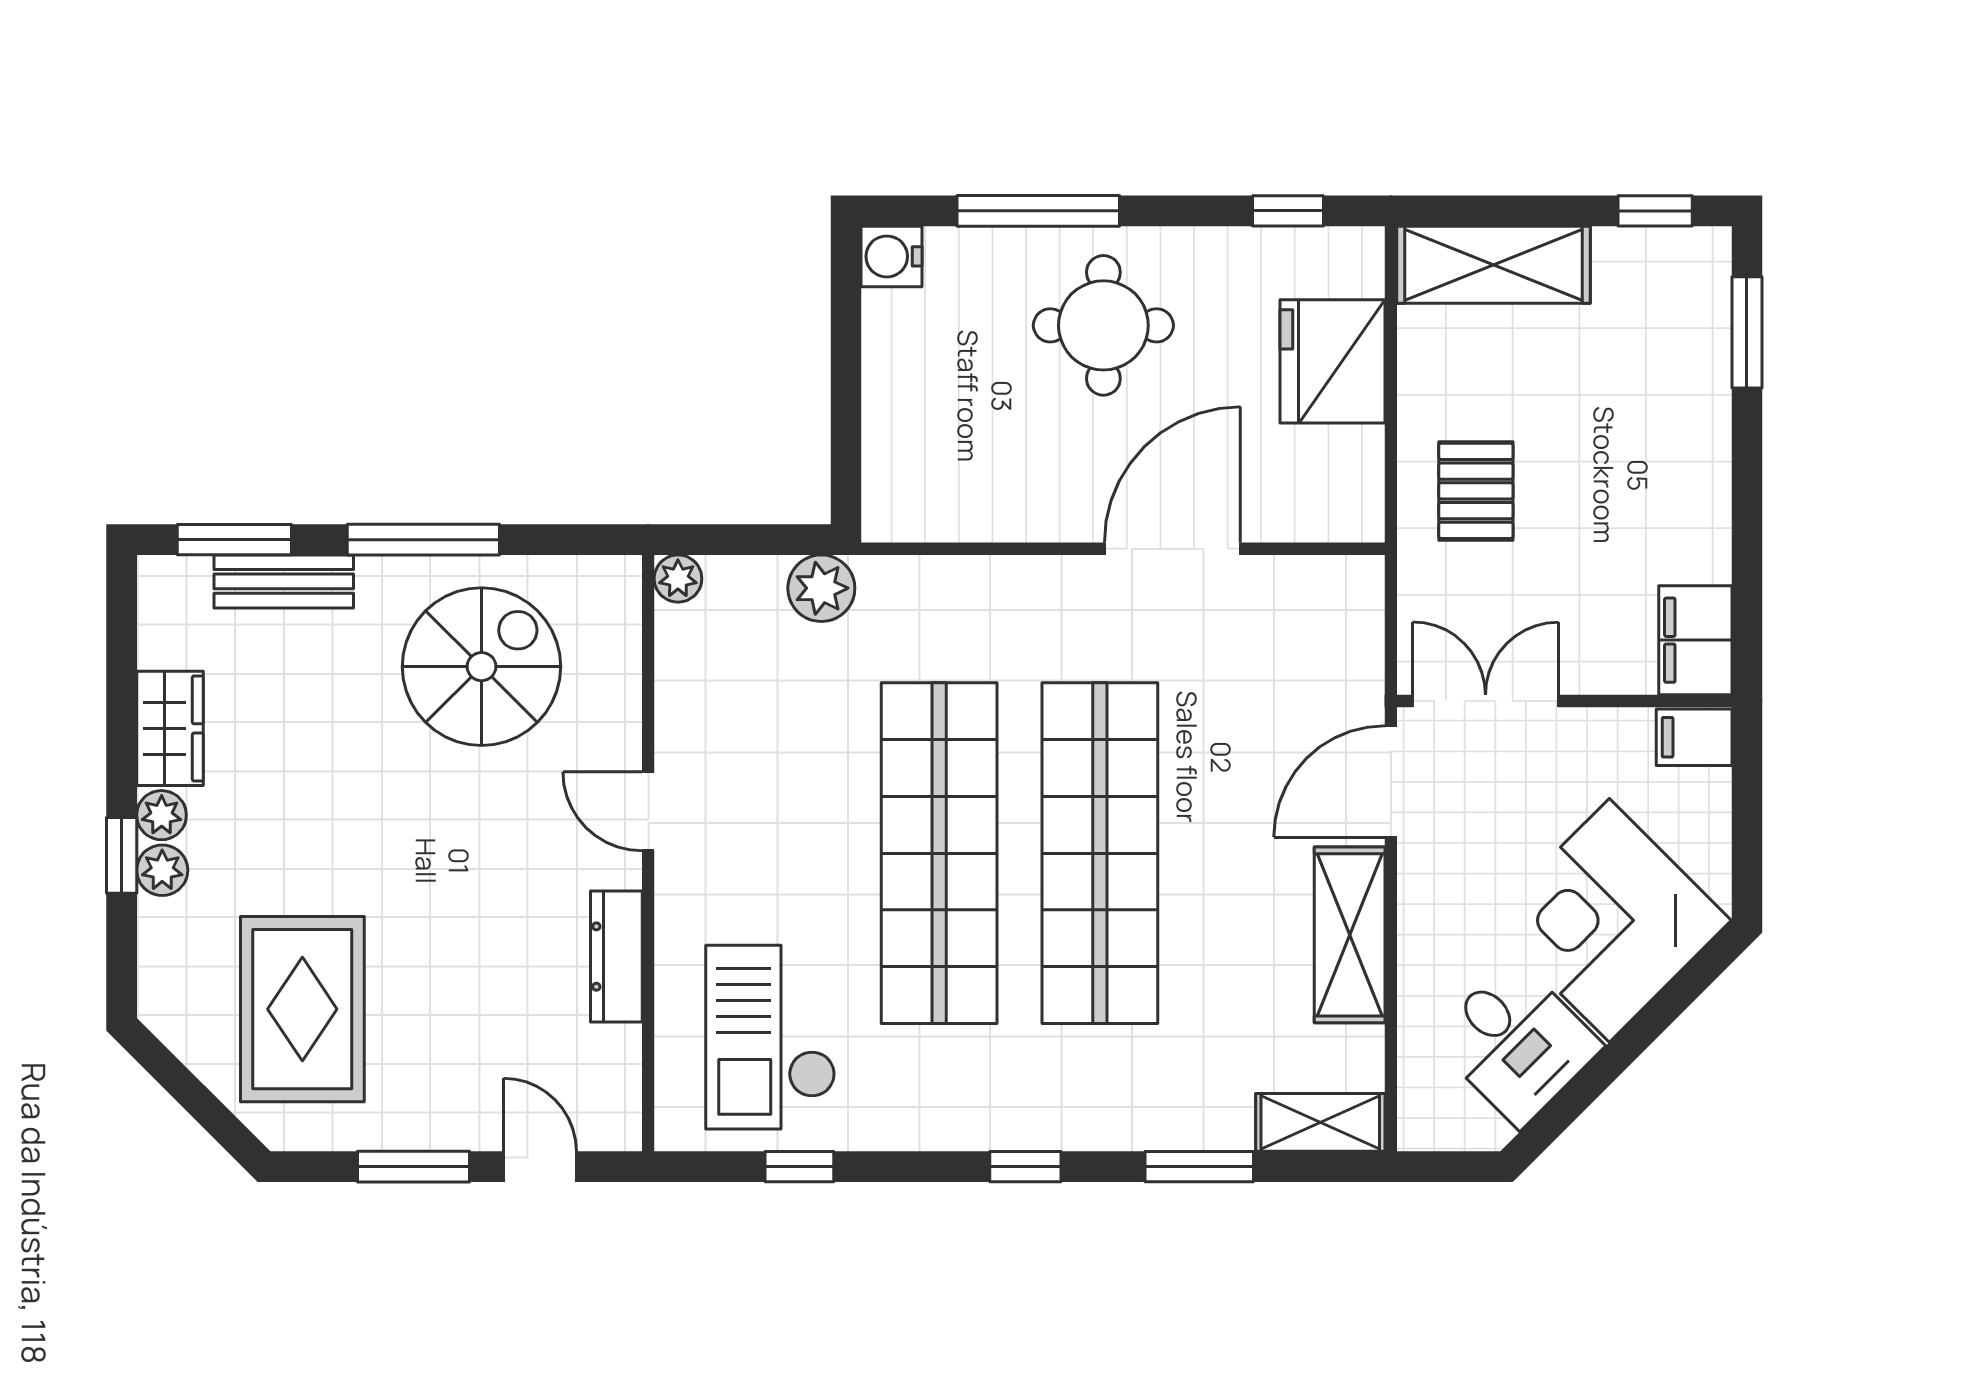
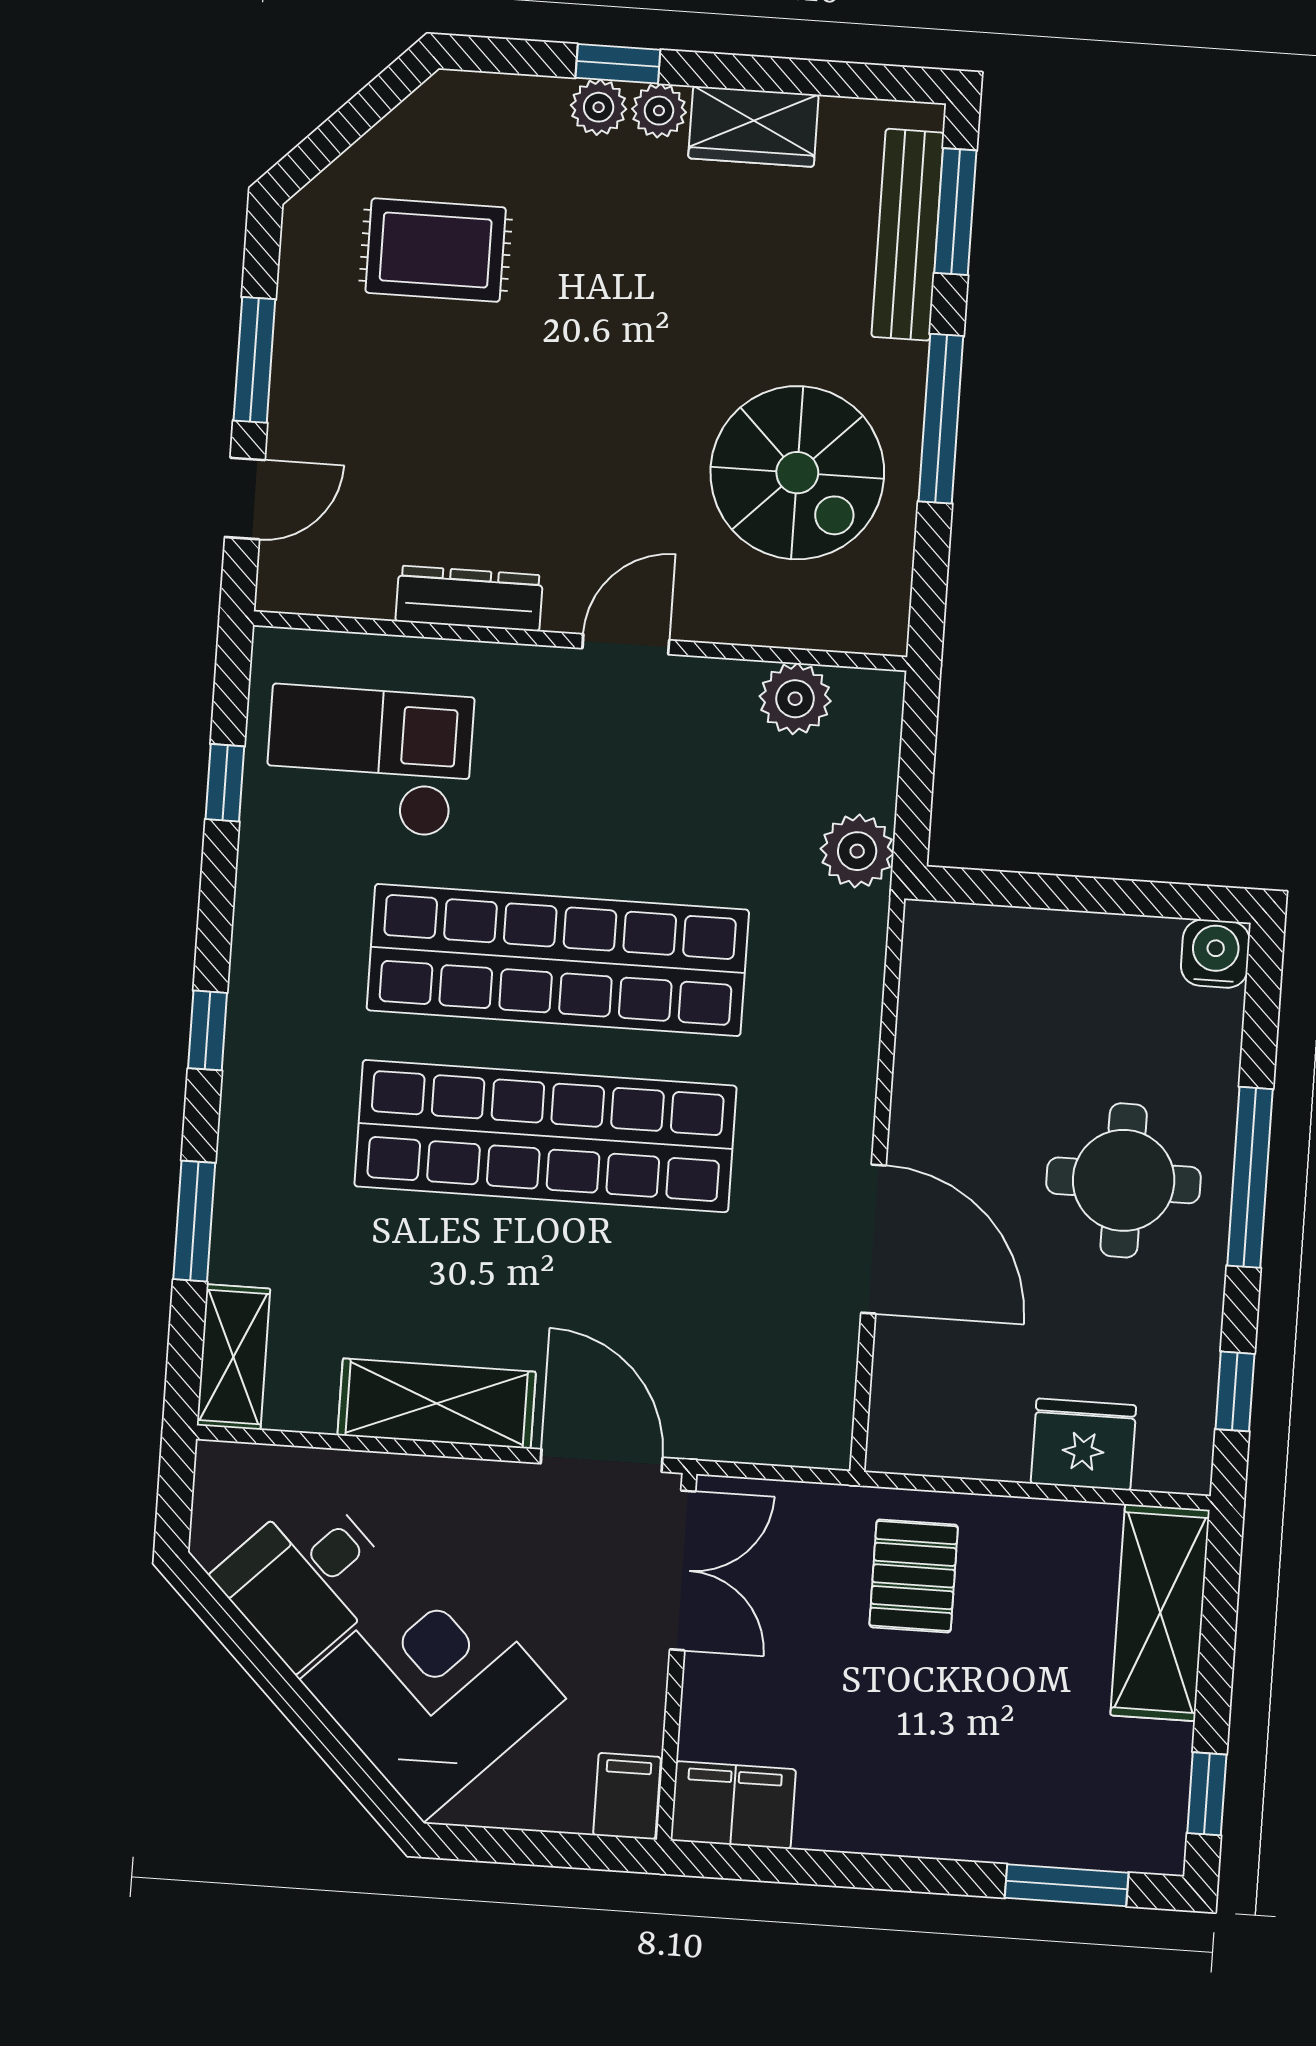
window: (1038, 211) -> (1250, 1177), moved
fridge: (1332, 361) -> (1083, 1444), width x0.73, depth x0.75
pallet: (1476, 491) -> (914, 1576), turned 90
plant: (678, 579) -> (795, 699), moved, width x1.38, depth x1.38
bench: (284, 581) -> (908, 235), width x1.36
rug: (302, 1009) -> (436, 250), width x0.73, depth x0.70

